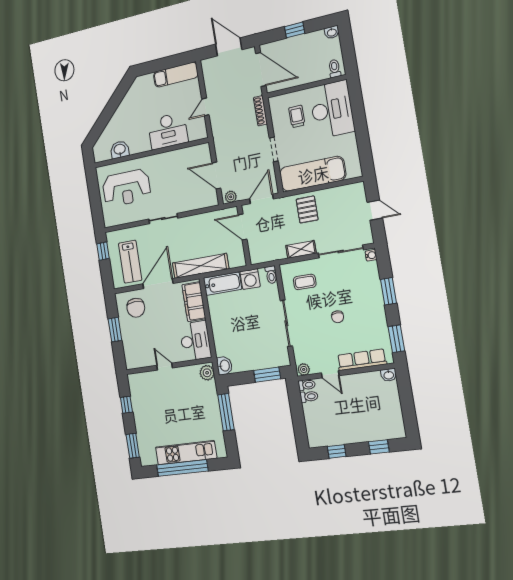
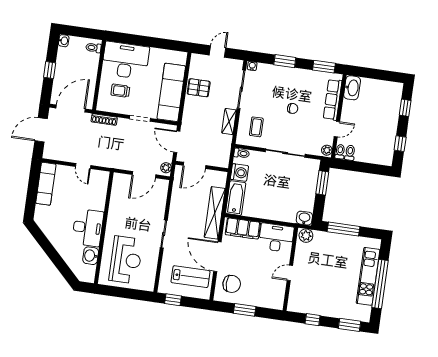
desk: (168, 131) -> (88, 228), moved
pallet: (307, 210) -> (199, 88), moved
washbasin: (389, 375) -> (352, 88), width x1.91, depth x1.45

